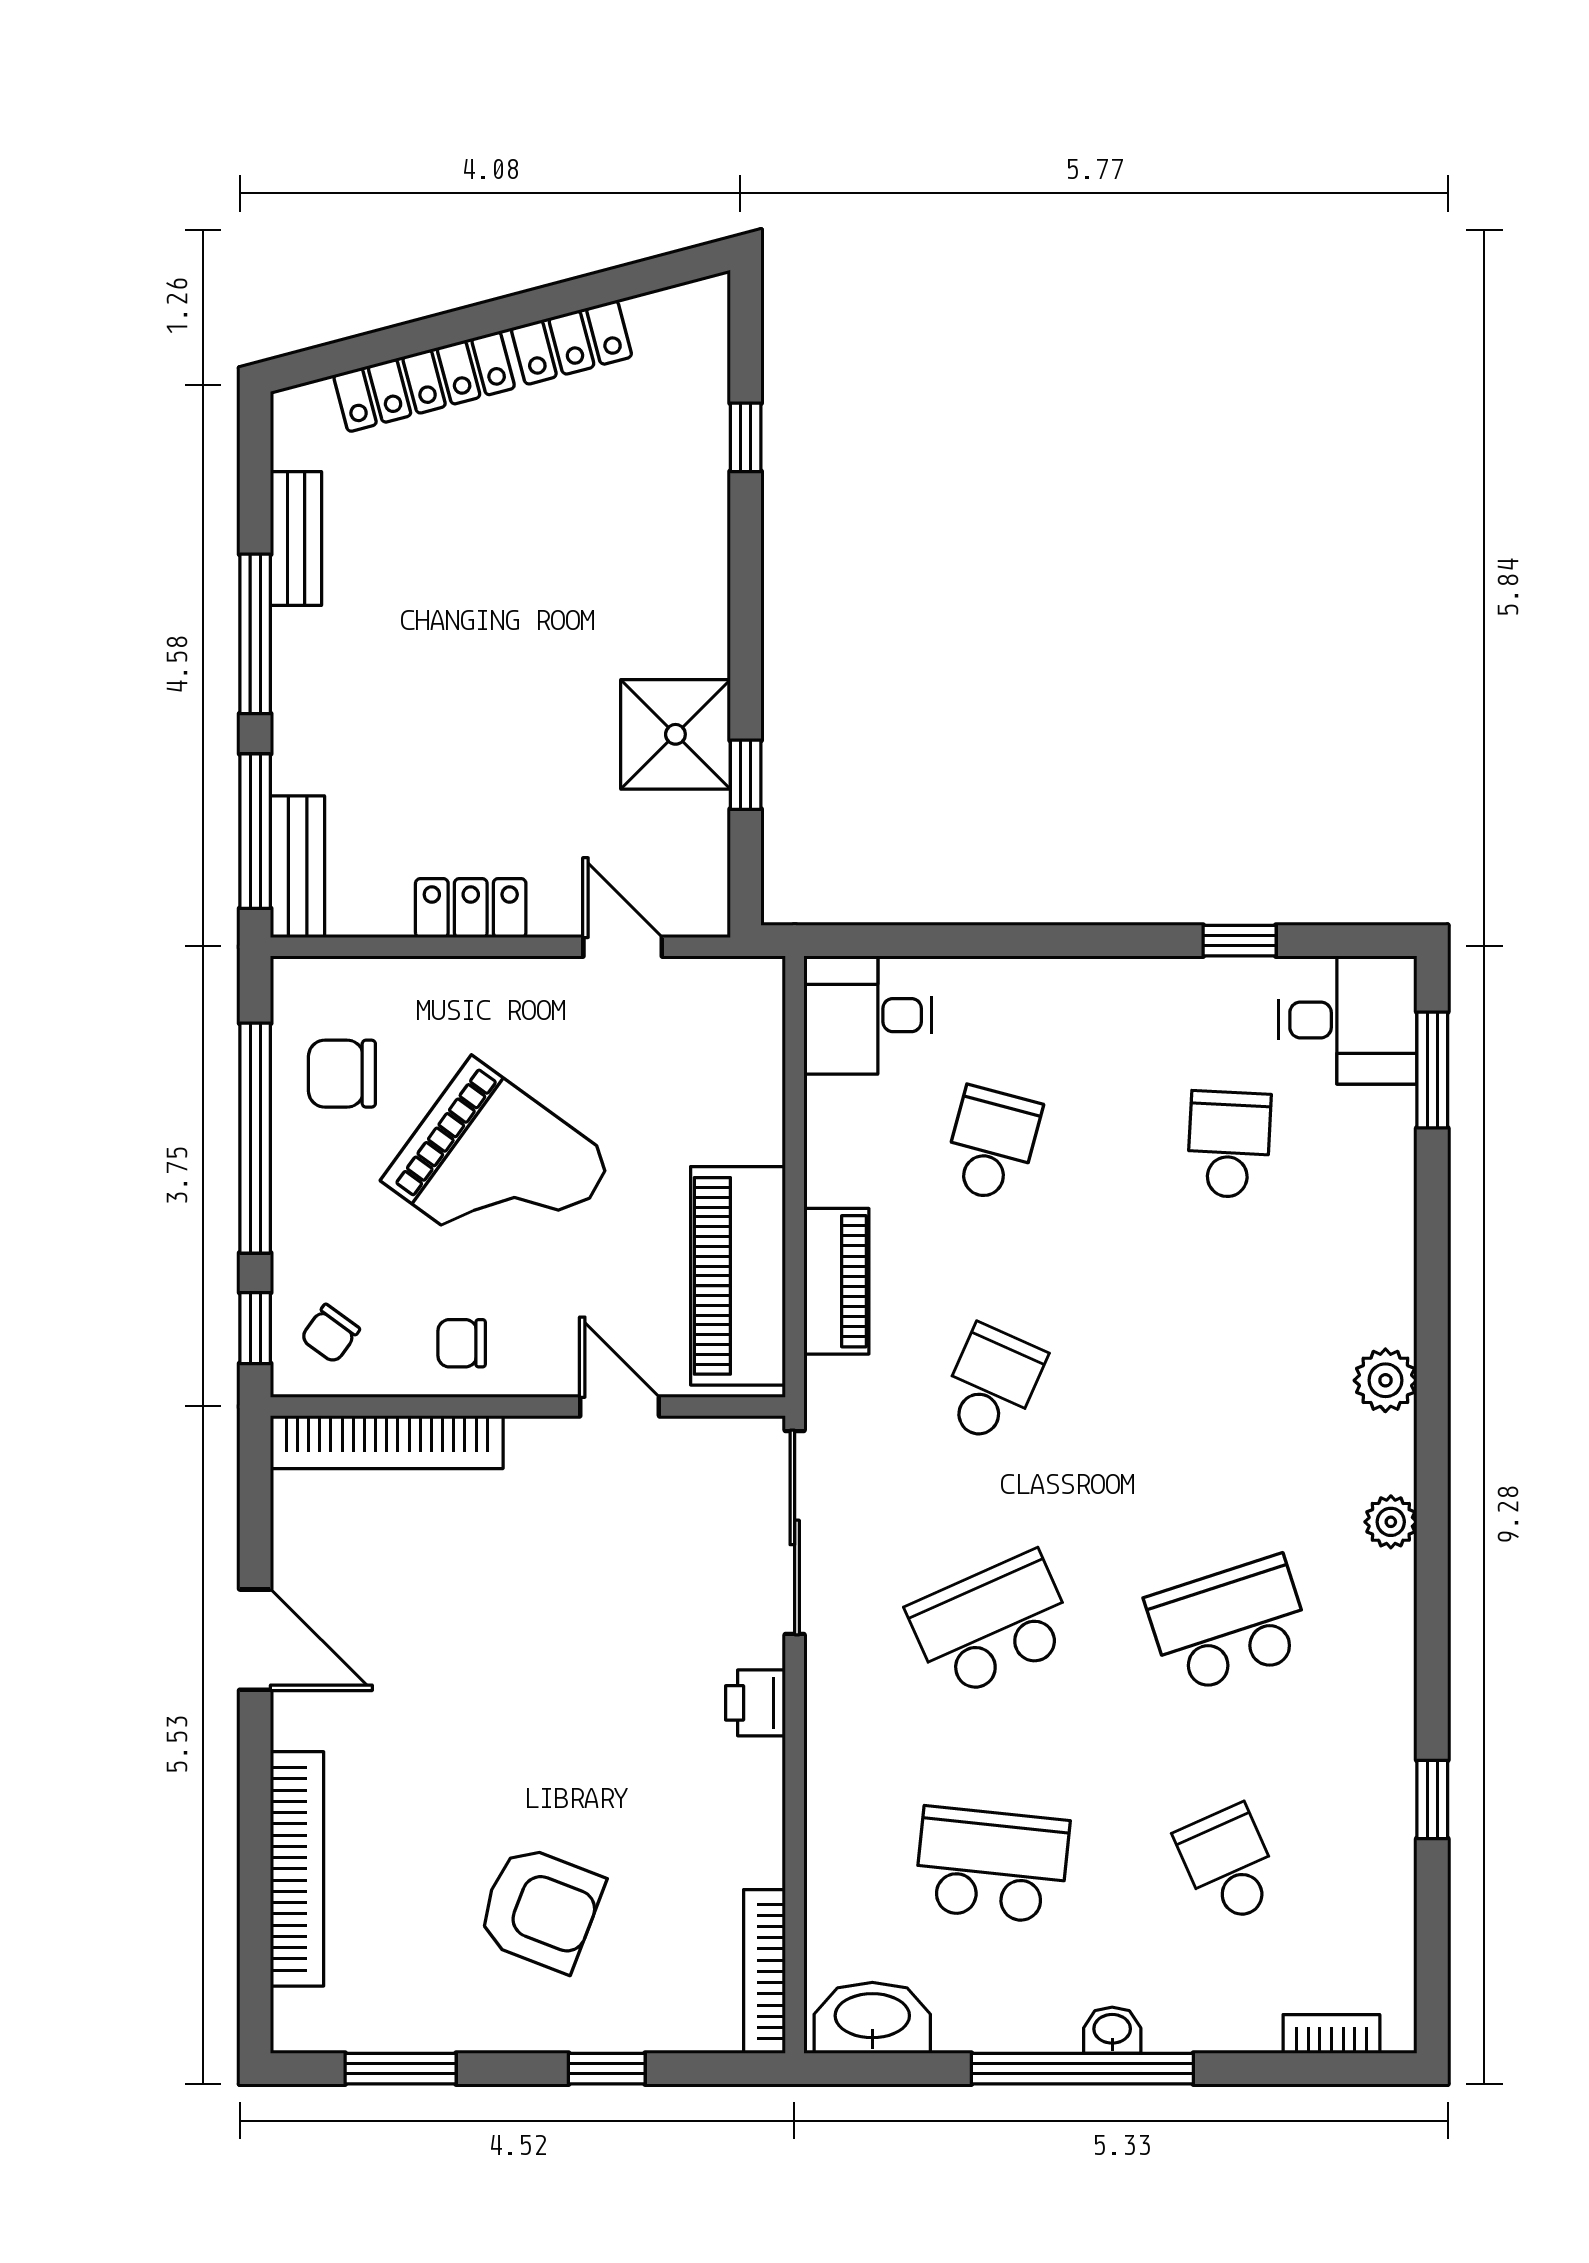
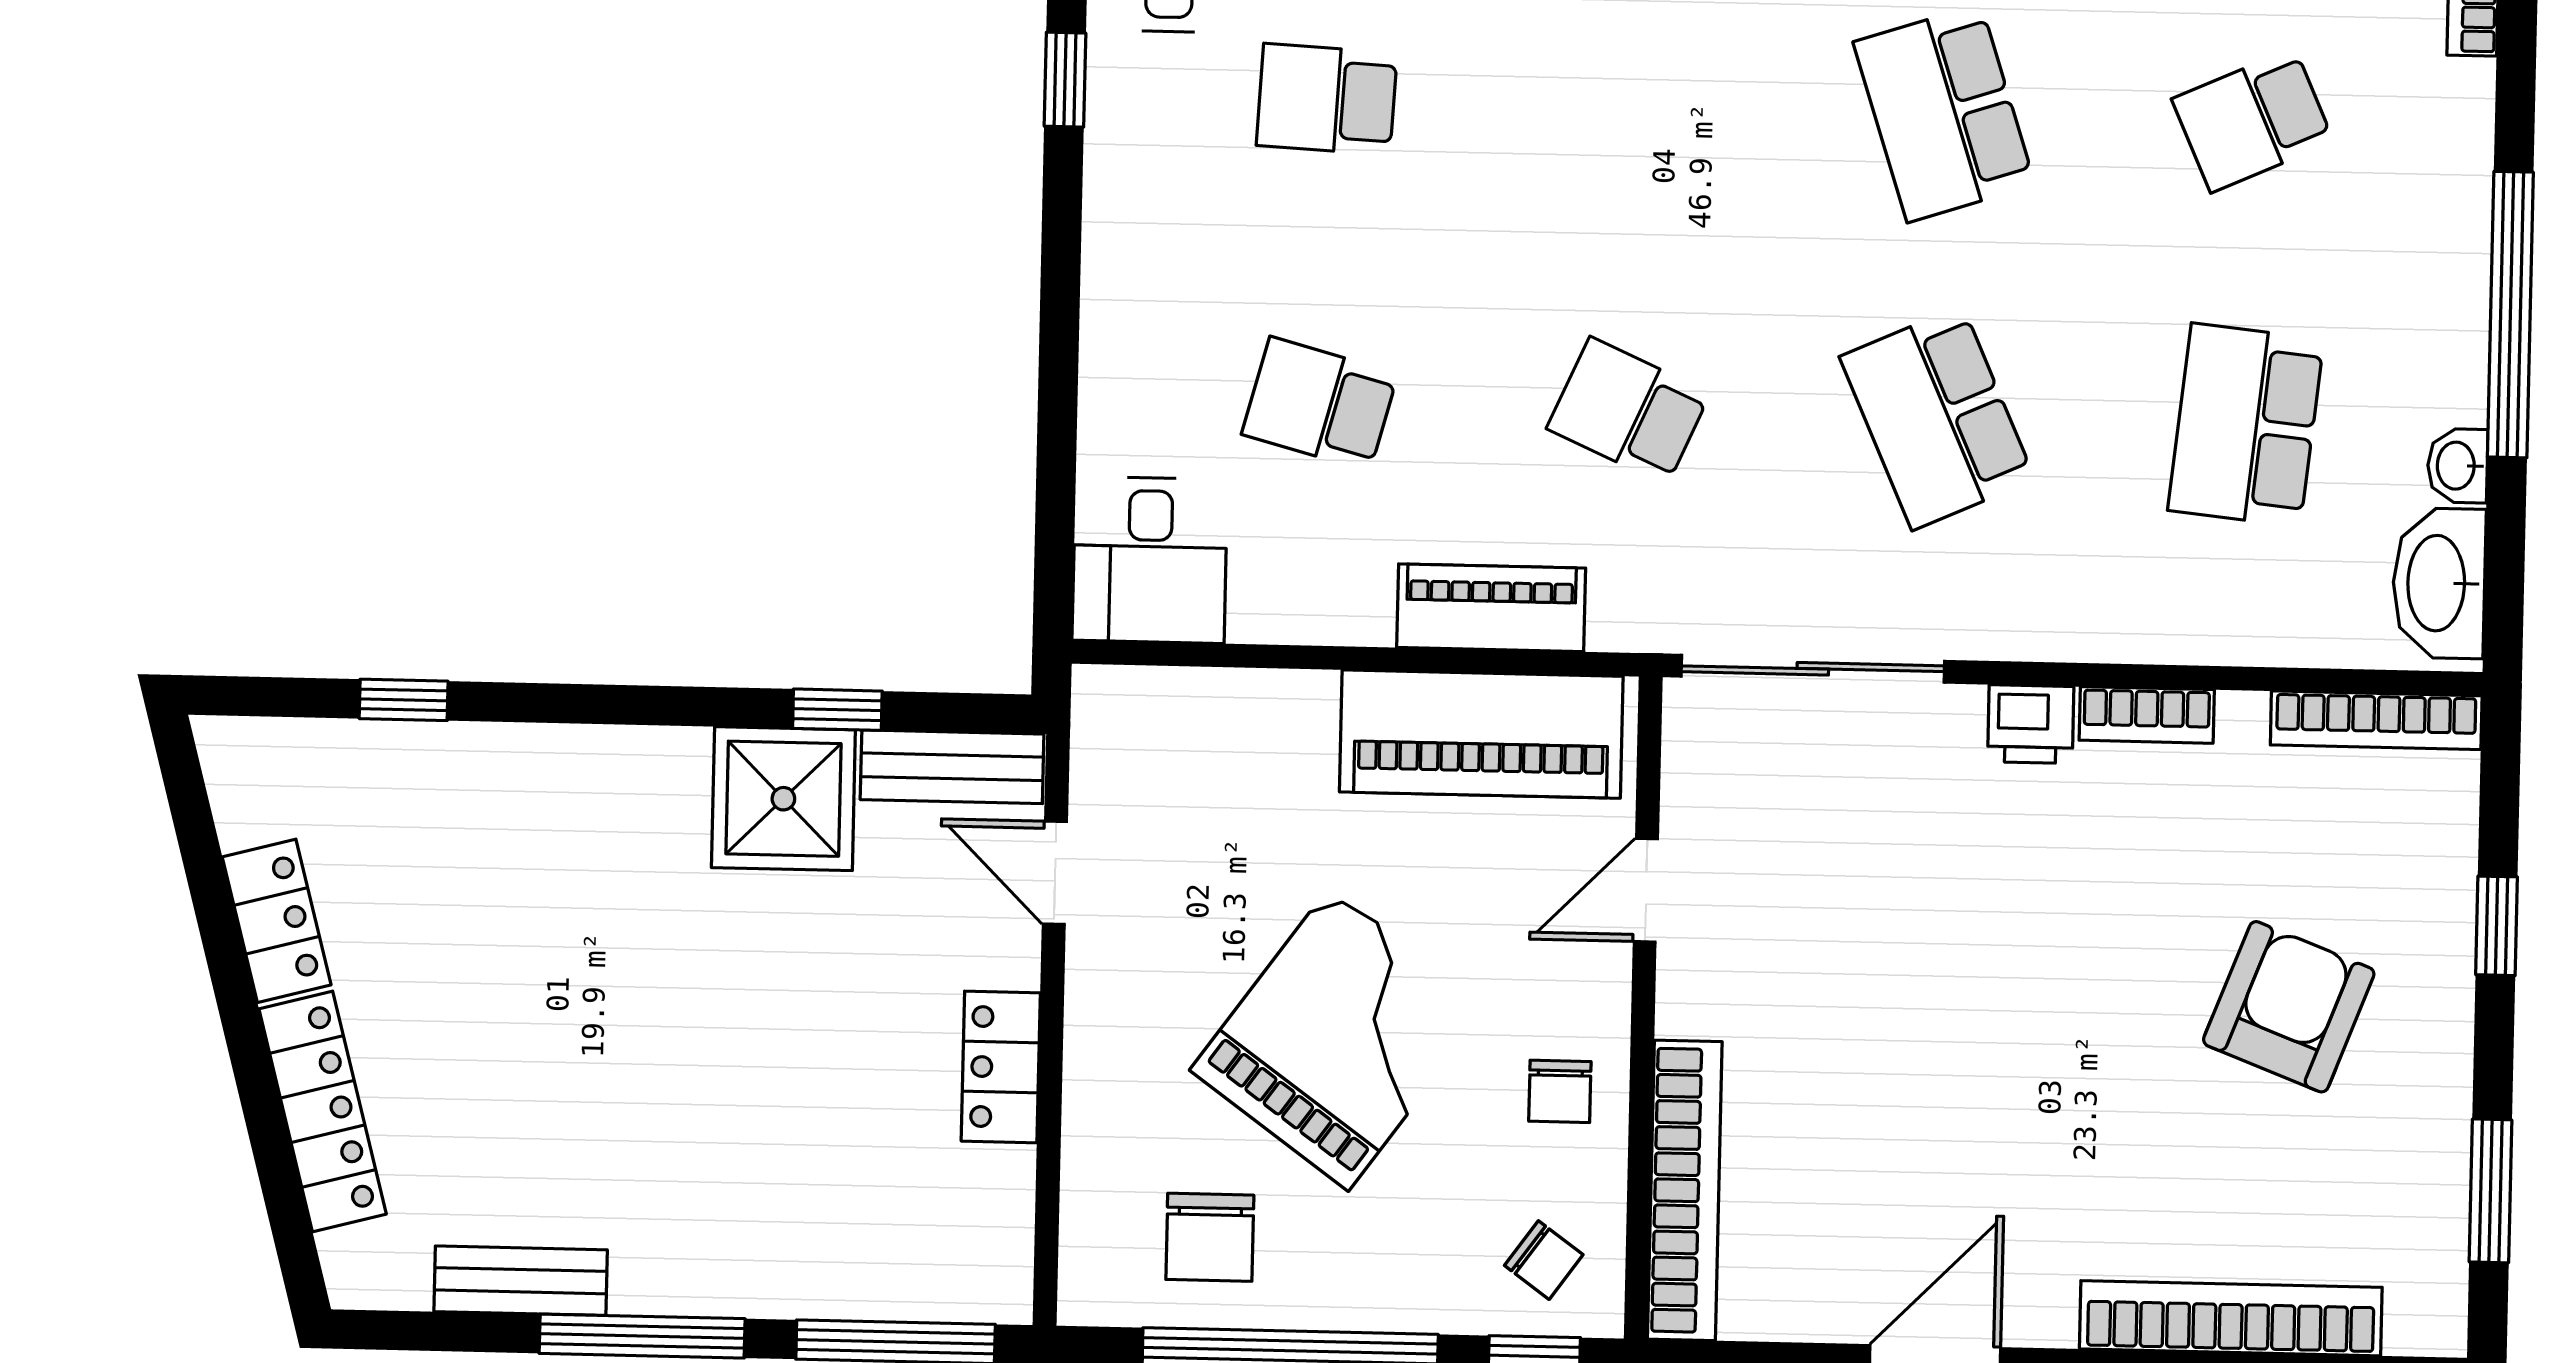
bench: (298, 867) -> (952, 767), moved
door: (623, 947) -> (1055, 873), hinge flipped
bookcase: (765, 1793) -> (2147, 715), added
washbasin: (1112, 2030) -> (2458, 466), moved

